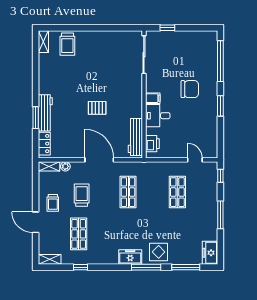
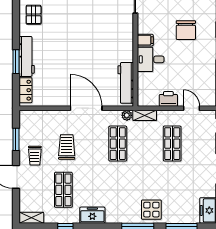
chair: (190, 89) -> (186, 30), turned 90
pallet: (97, 108) -> (34, 15), moved, turned 90
printer: (152, 144) -> (168, 99), moved, turned -90
shelving: (49, 166) -> (145, 115), moved
plant: (65, 166) -> (127, 115), moved
window: (36, 188) -> (16, 139), added
freezer: (130, 257) -> (92, 215), moved

